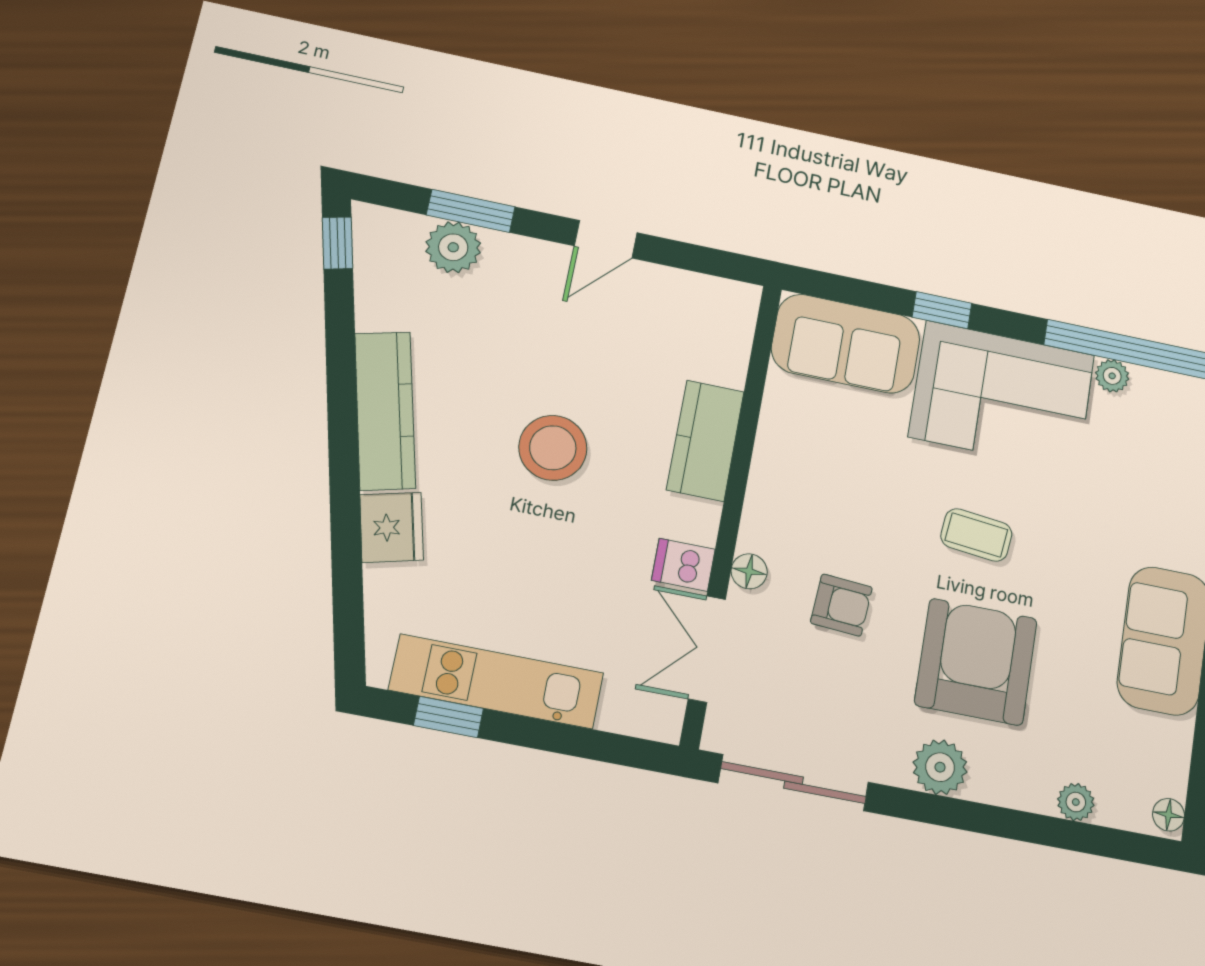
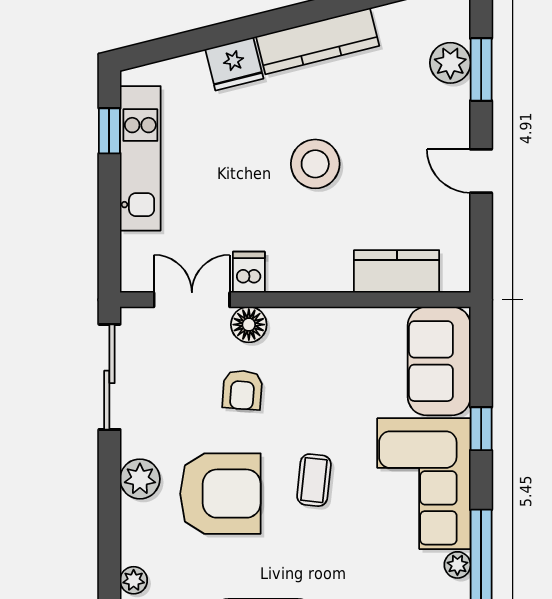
kitchen counter: (705, 441) -> (397, 271), moved
floor lamp: (749, 571) -> (249, 325), width x1.37, depth x1.37

